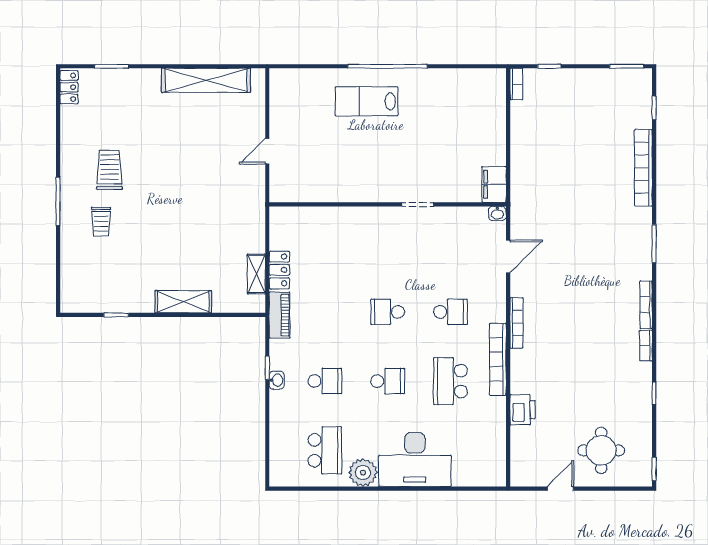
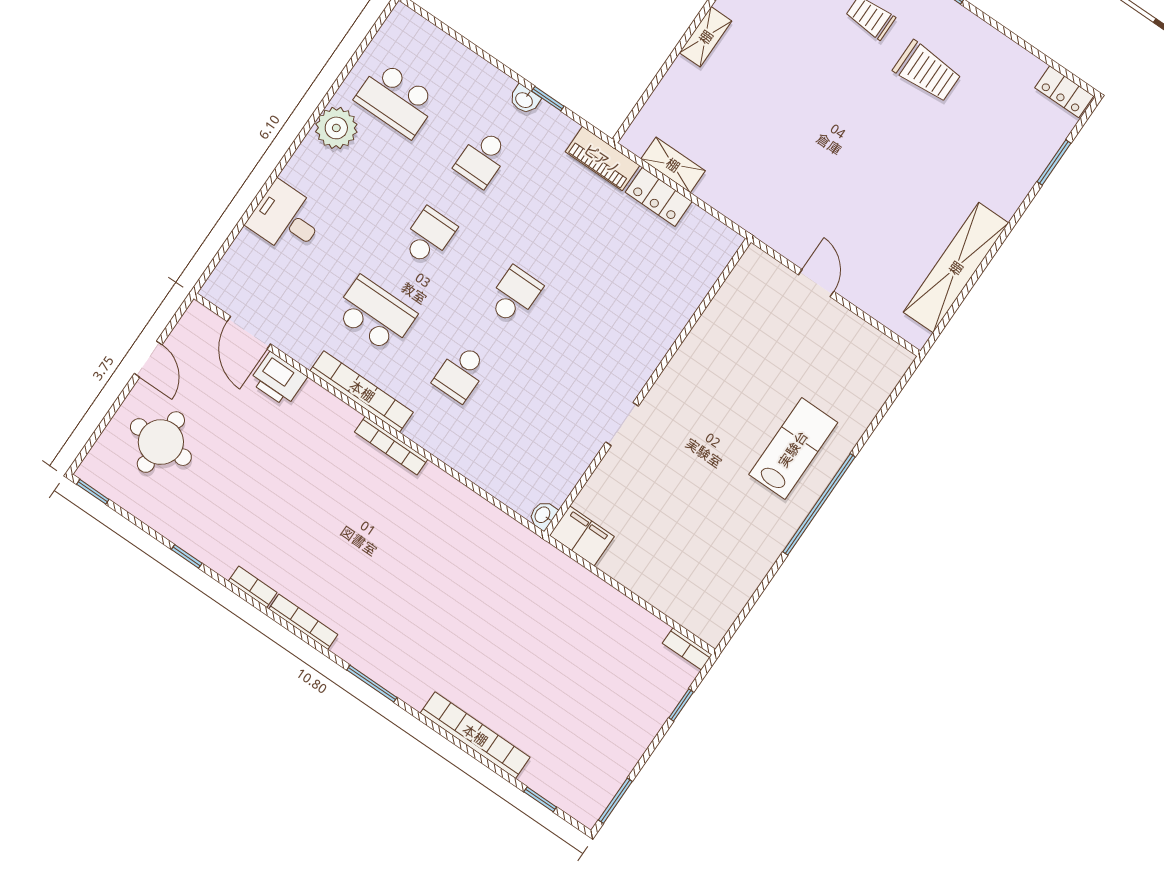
door: (508, 256) -> (249, 333), moved
shelving: (183, 302) -> (706, 37), width x0.67, depth x0.75
school desk: (388, 381) -> (429, 236), turned 180
desk: (415, 460) -> (286, 219), width x0.53, depth x0.77

